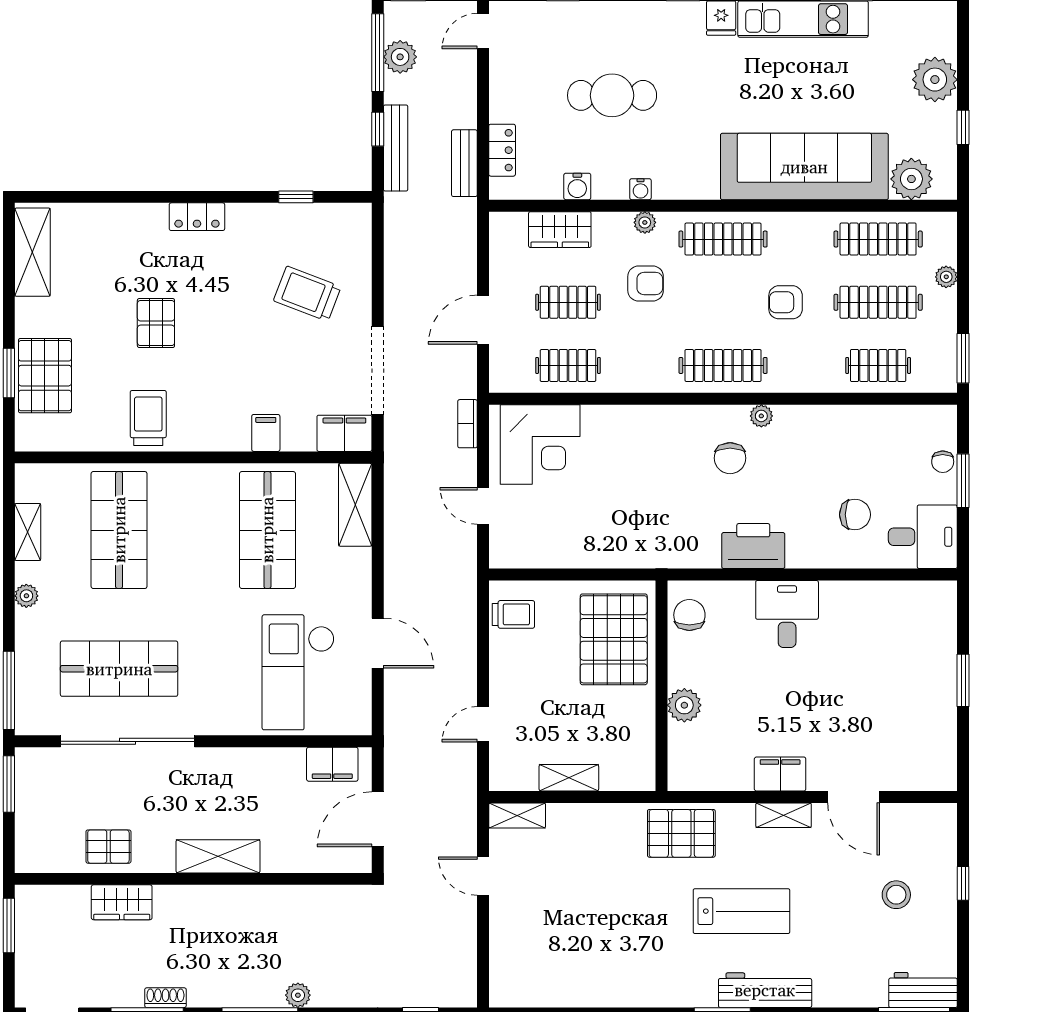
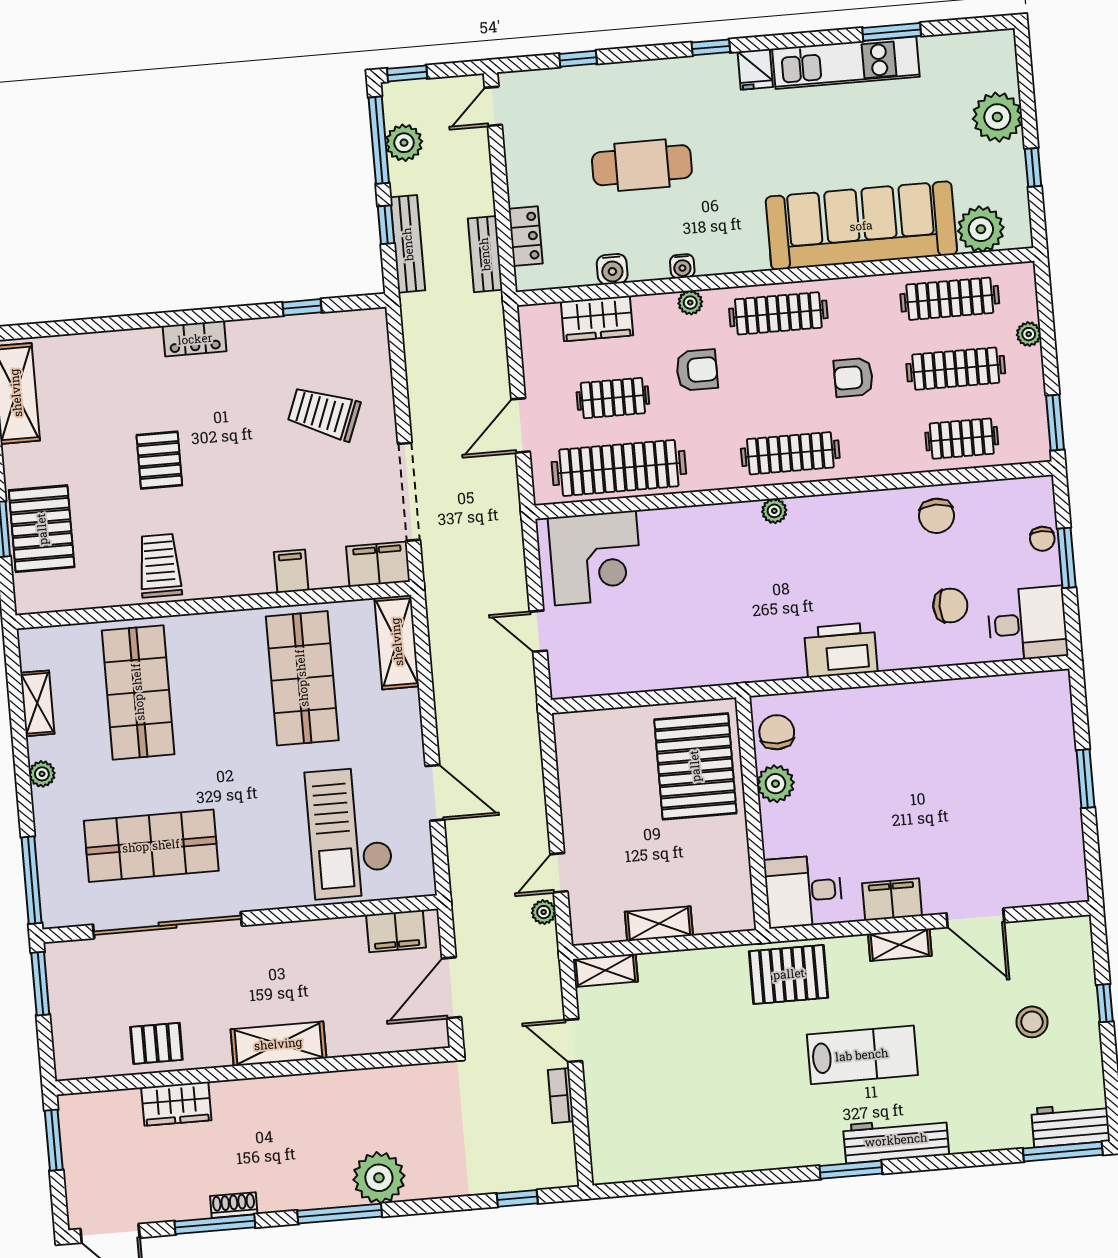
clothes rail: (568, 365) -> (619, 468), width x1.86, depth x1.31
plant: (761, 416) -> (774, 511), moved
bookcase: (468, 424) -> (561, 1096), moved
chair: (730, 458) -> (936, 516), moved
trolley: (513, 614) -> (582, 748), removed
desk: (787, 614) -> (803, 891), moved, turned -90
plant: (684, 705) -> (775, 784), moved
plant: (466, 758) -> (544, 912), added
plant: (298, 995) -> (379, 1178), width x1.87, depth x1.87

